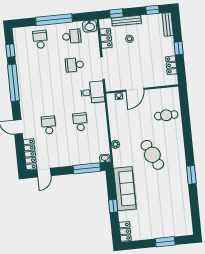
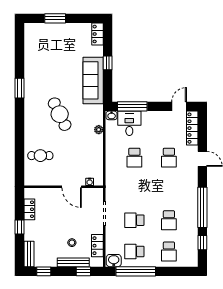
window: (54, 20) -> (136, 271), moved
school desk: (74, 65) -> (134, 220), turned 180
school desk: (43, 68) -> (169, 220), added
door: (135, 90) -> (72, 187), swing flipped
desk: (93, 92) -> (129, 123), moved, turned 90

